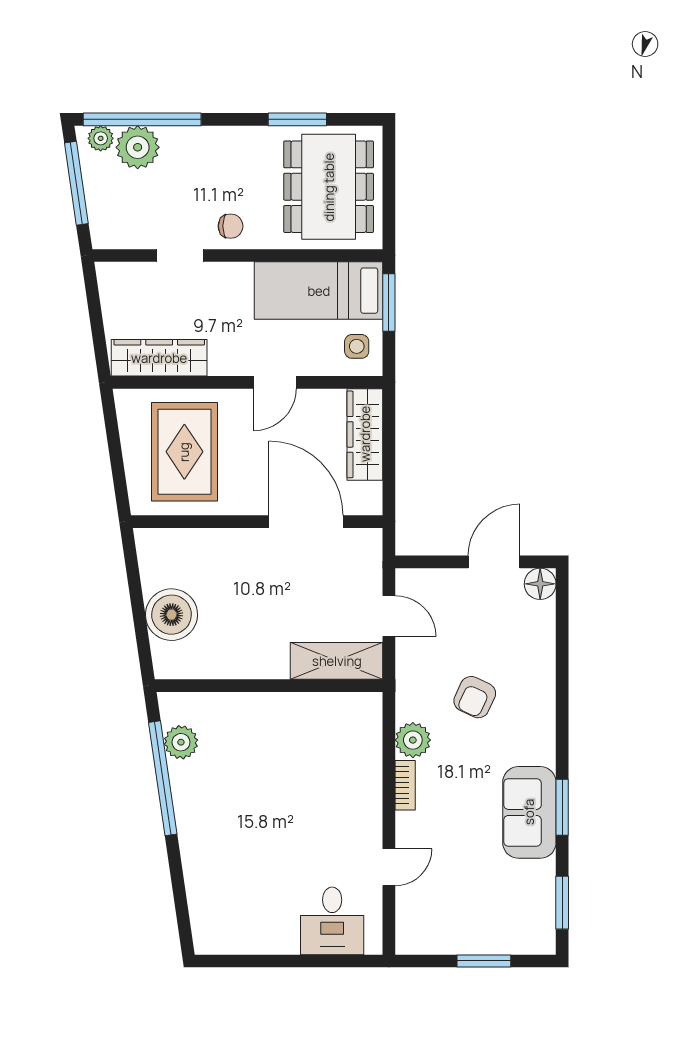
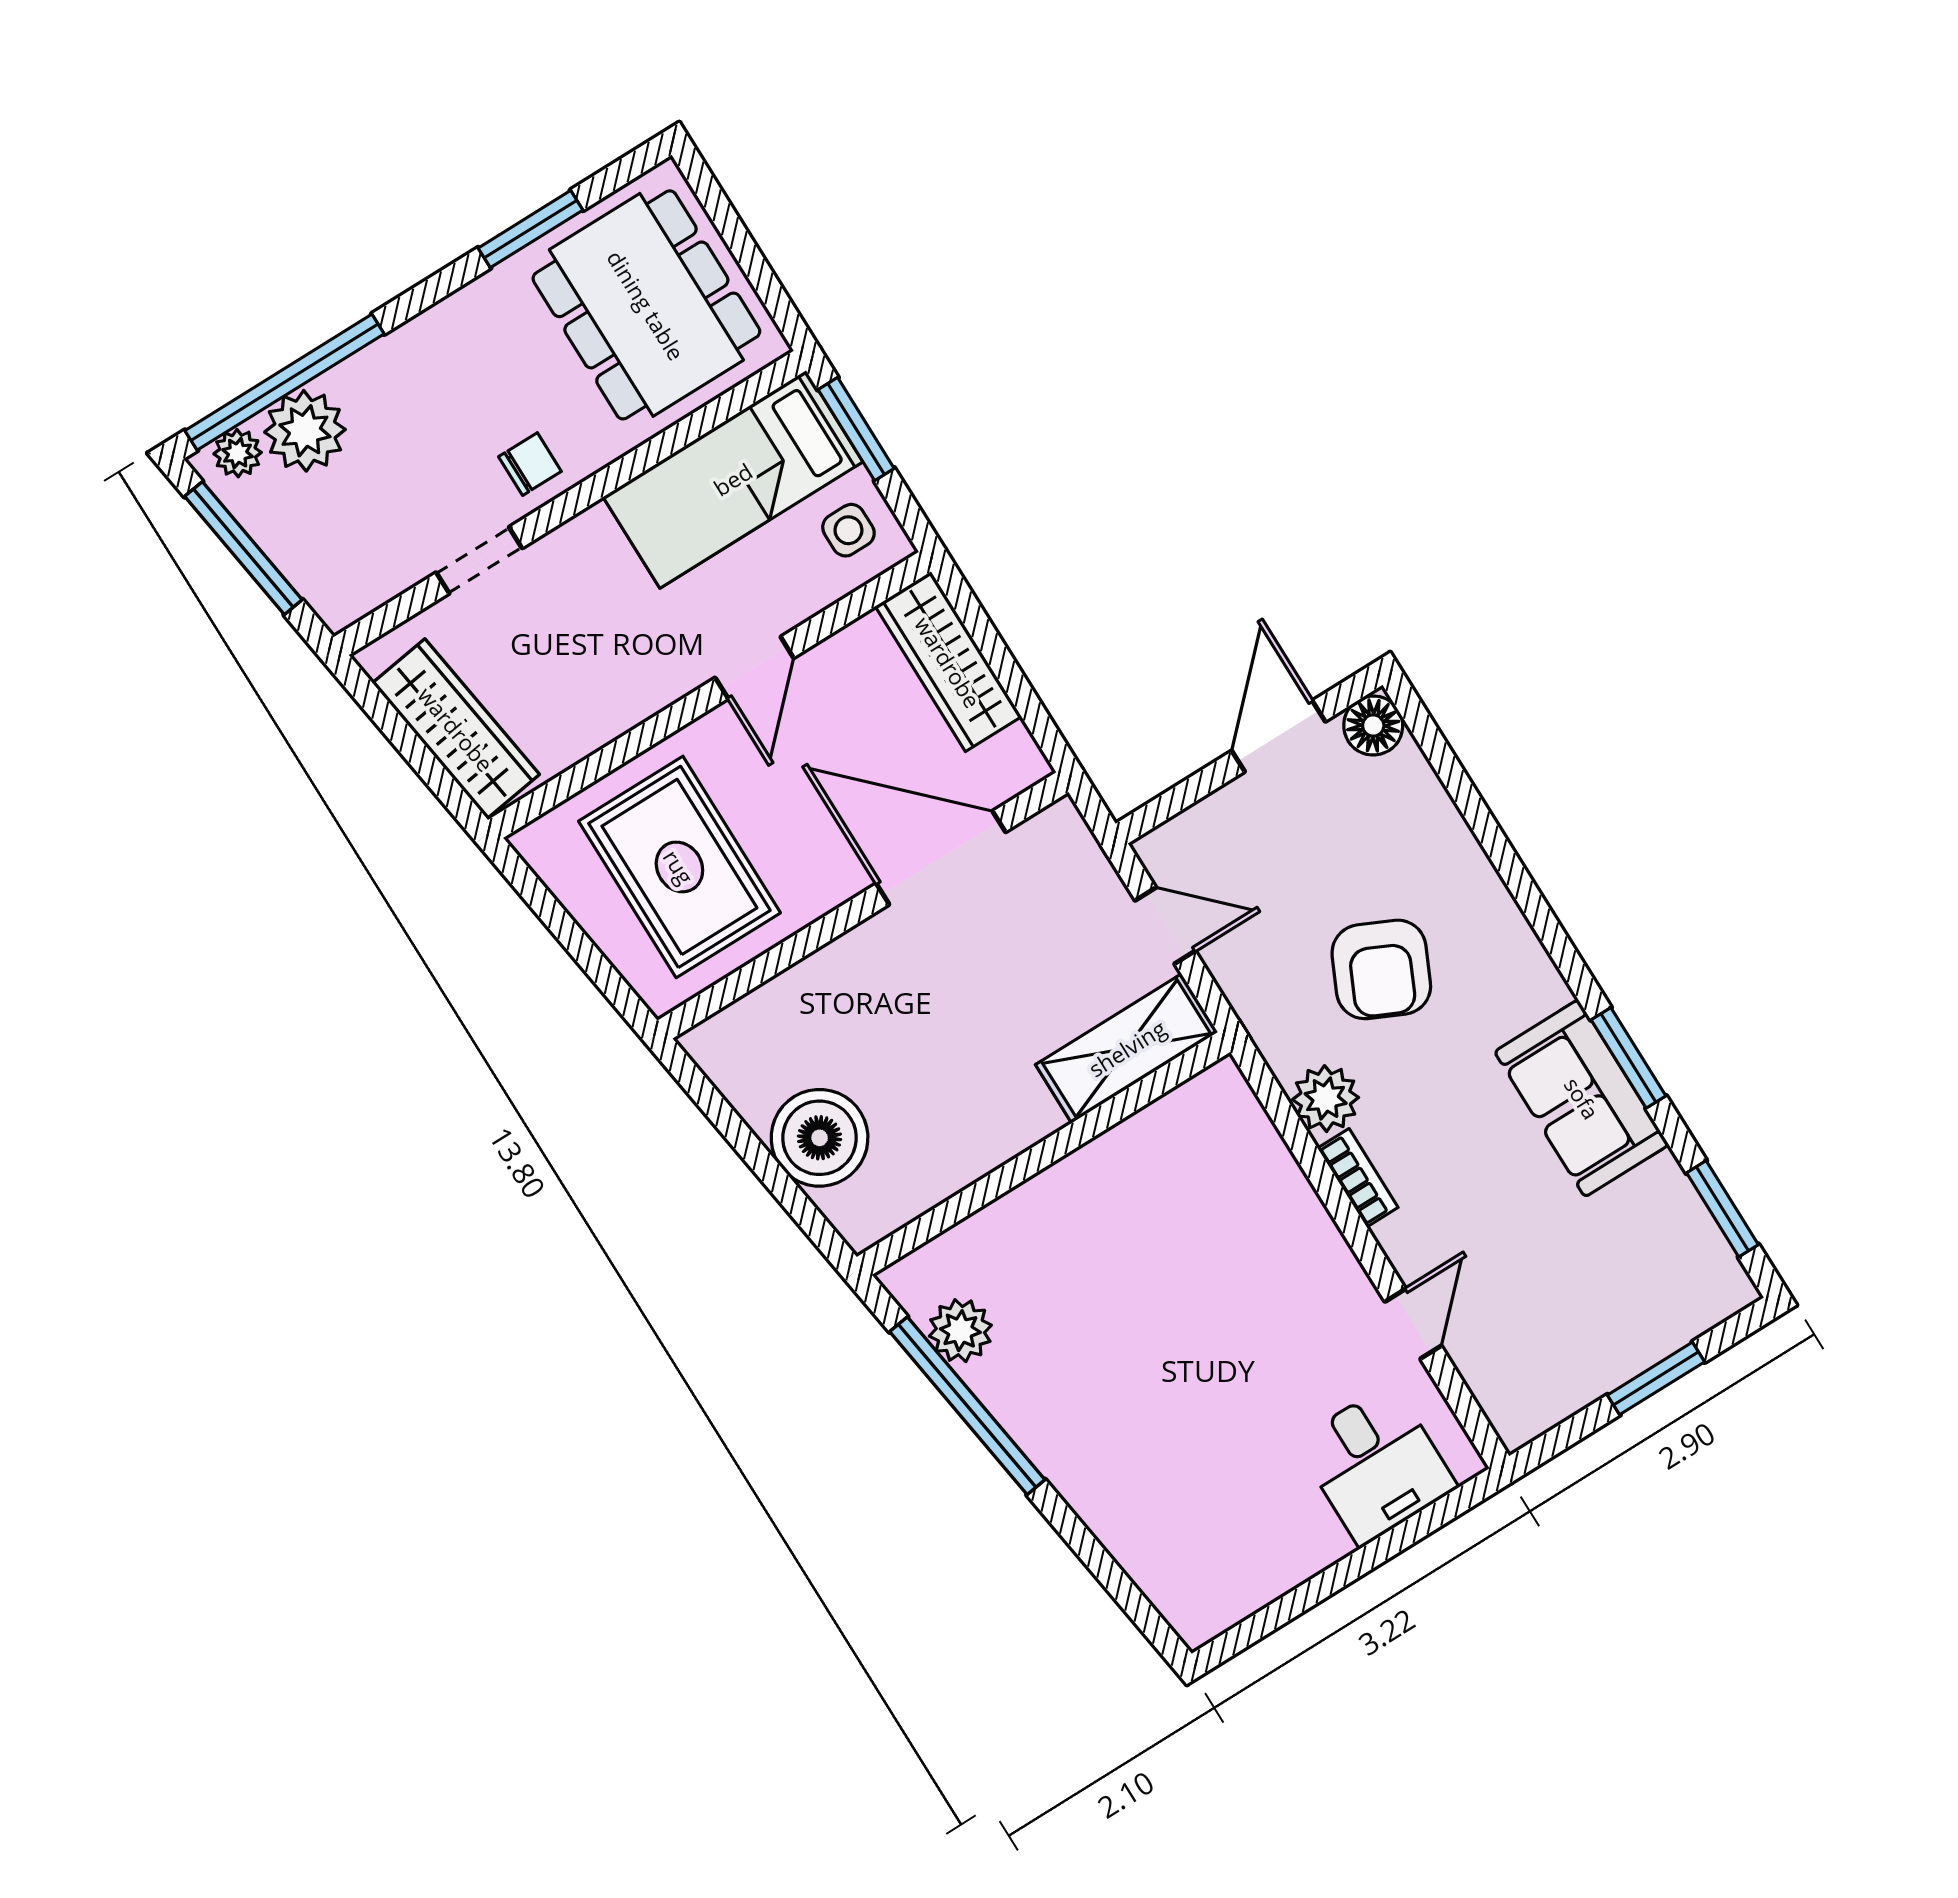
wardrobe: (159, 358) -> (456, 729), moved, turned 82
armchair: (475, 697) -> (1381, 969), width x1.38, depth x1.38

